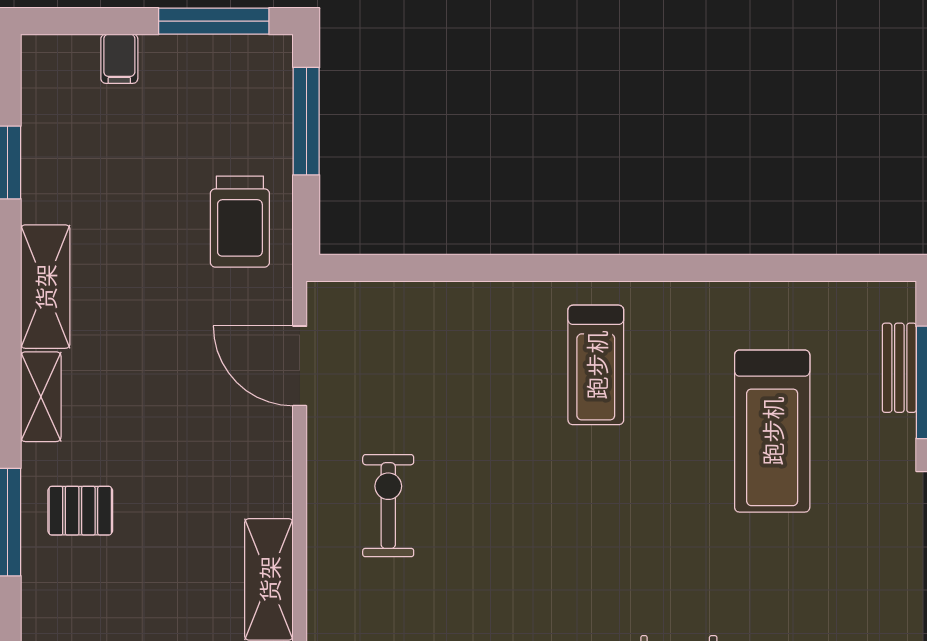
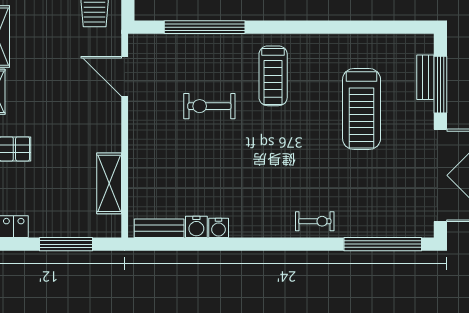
window: (459, 268) -> (205, 27), added
exercise bike: (388, 506) -> (209, 106), moved, turned -90

